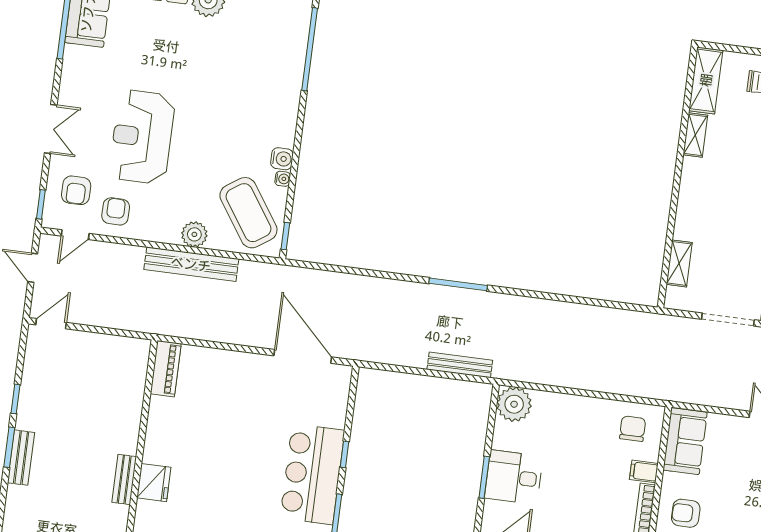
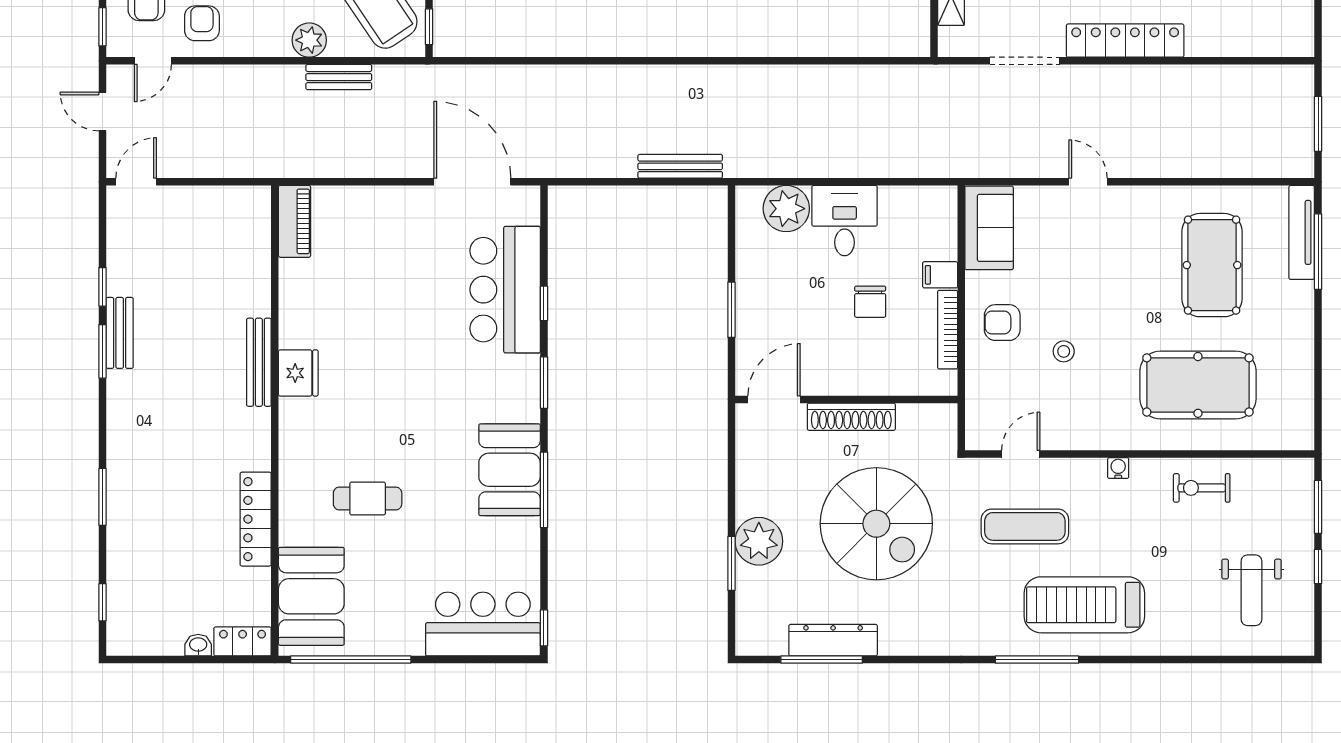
bench: (191, 264) -> (339, 77), width x0.54, depth x0.82
window: (458, 284) -> (664, 61), removed
plant: (514, 404) -> (786, 209), moved
chair: (633, 429) -> (870, 302), moved, turned 180
bench: (21, 458) -> (120, 333), moved
bar counter: (312, 474) -> (505, 290), moved
desk: (514, 477) -> (845, 221), moved, turned 90
bench: (124, 479) -> (259, 362), width x1.36

